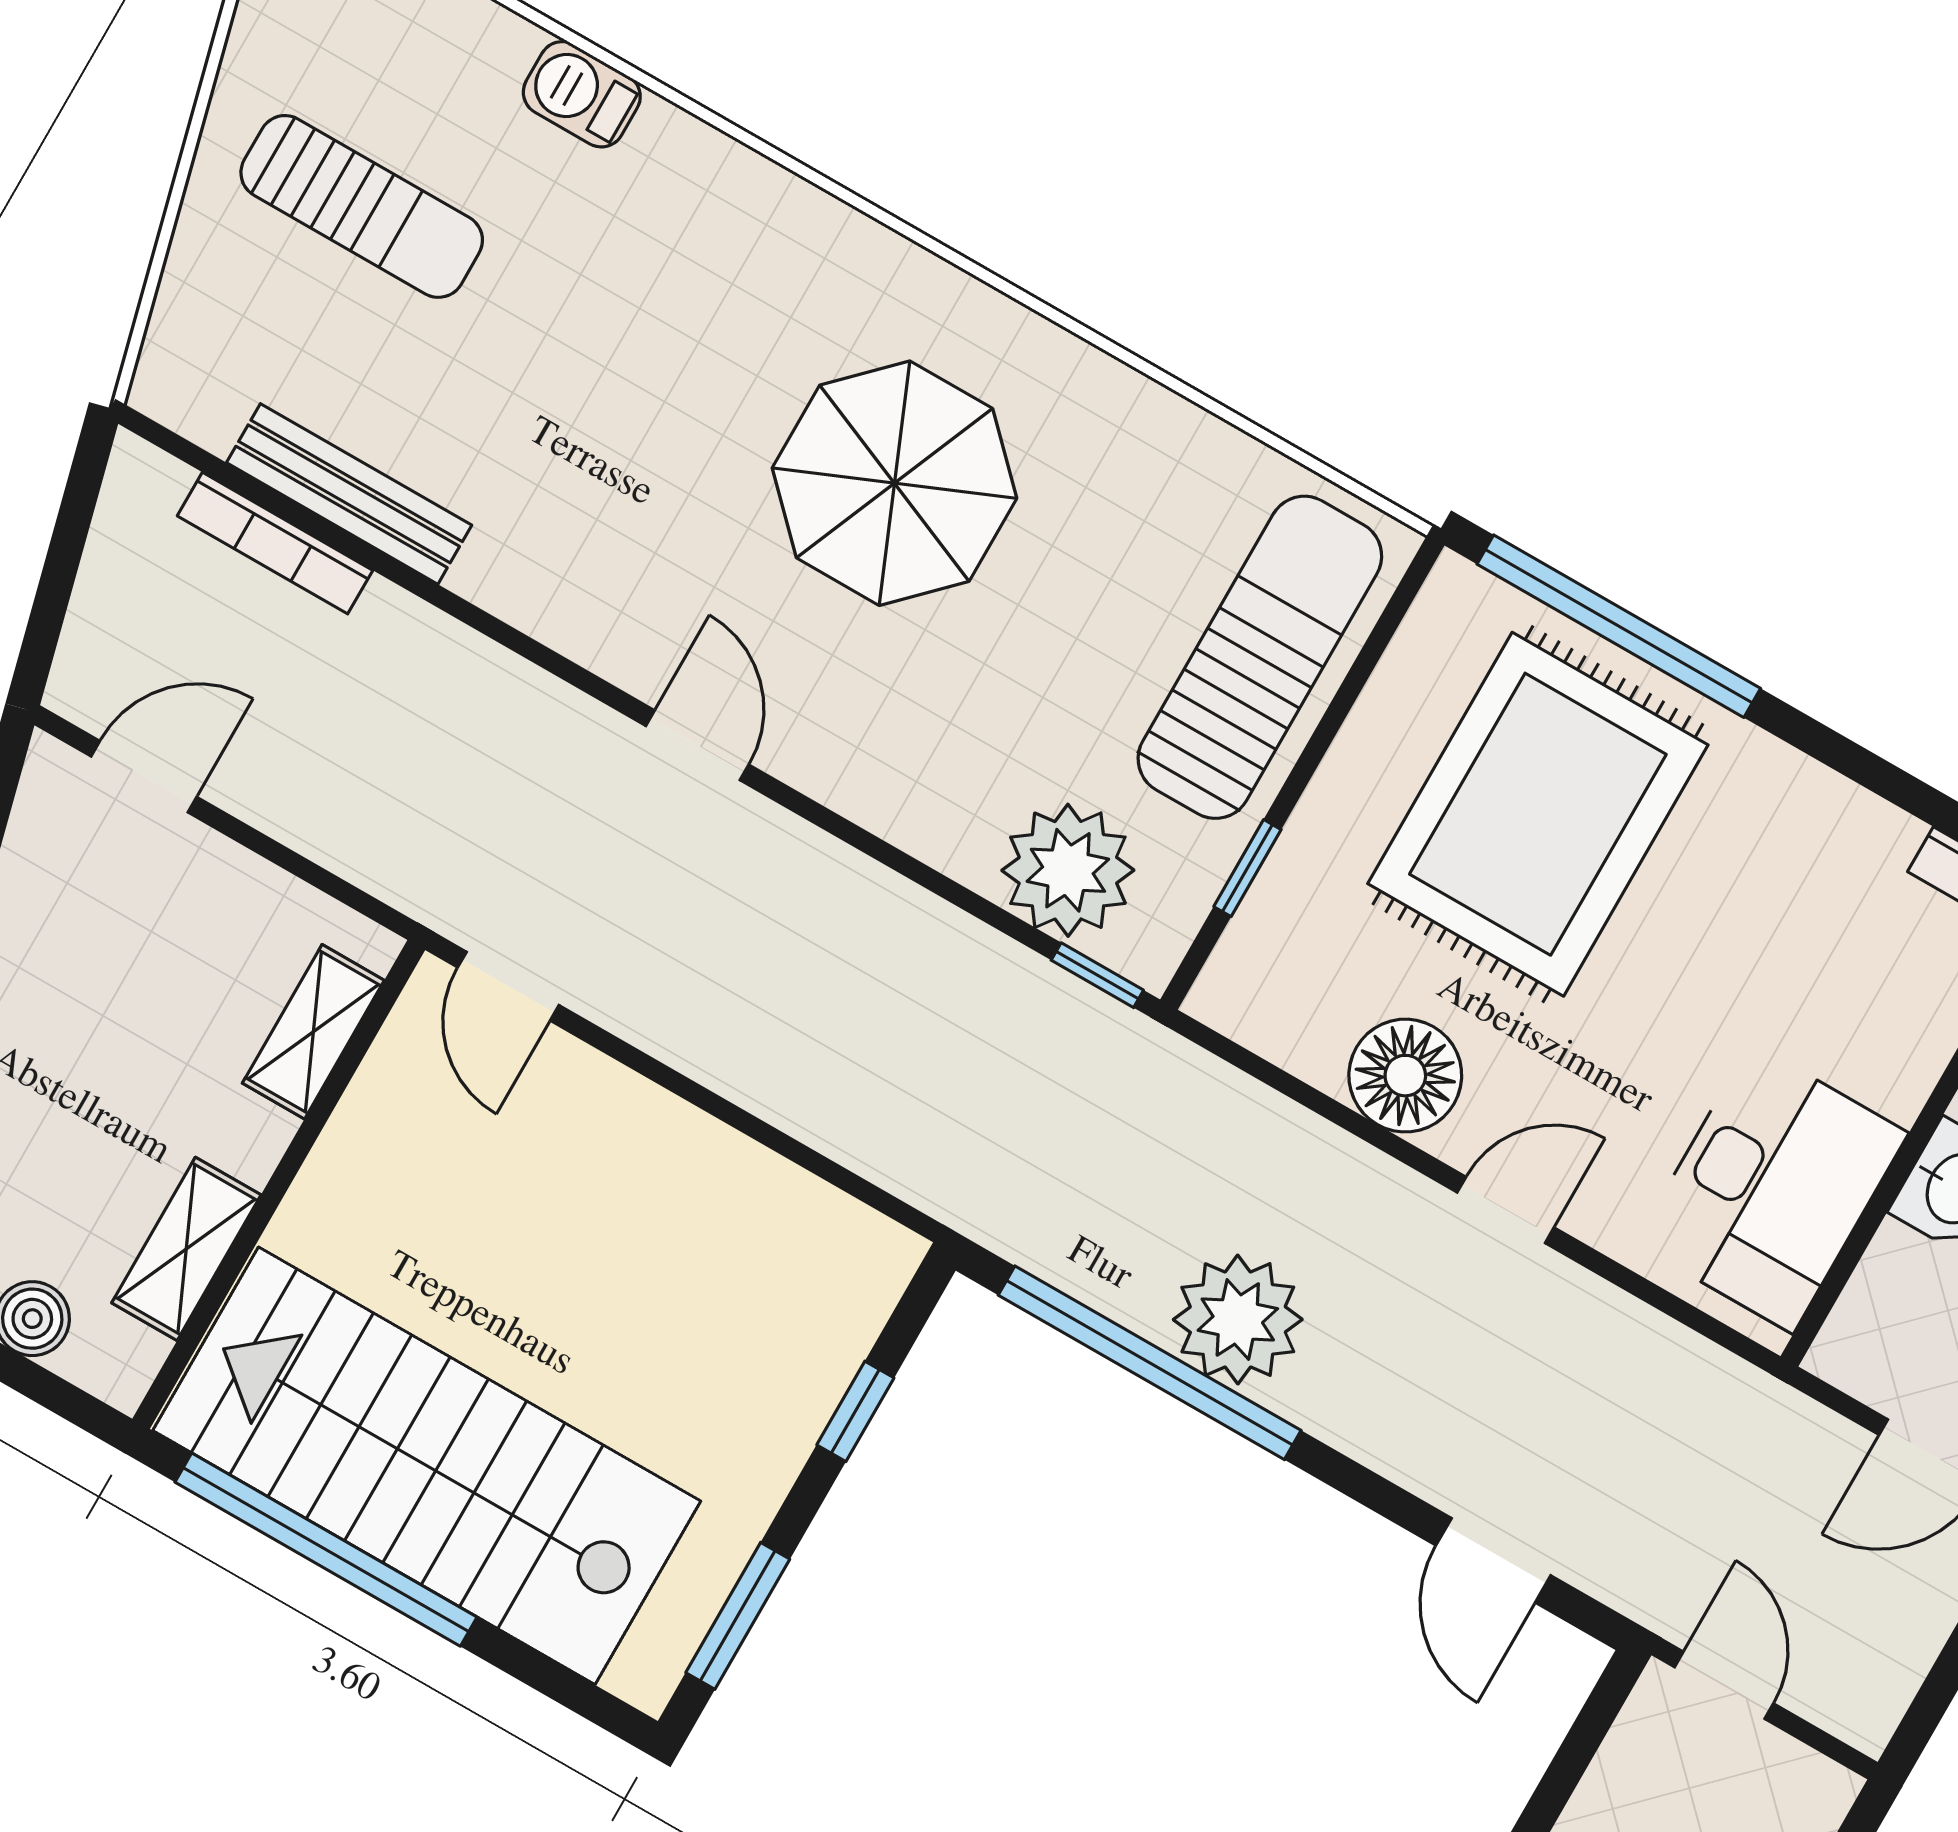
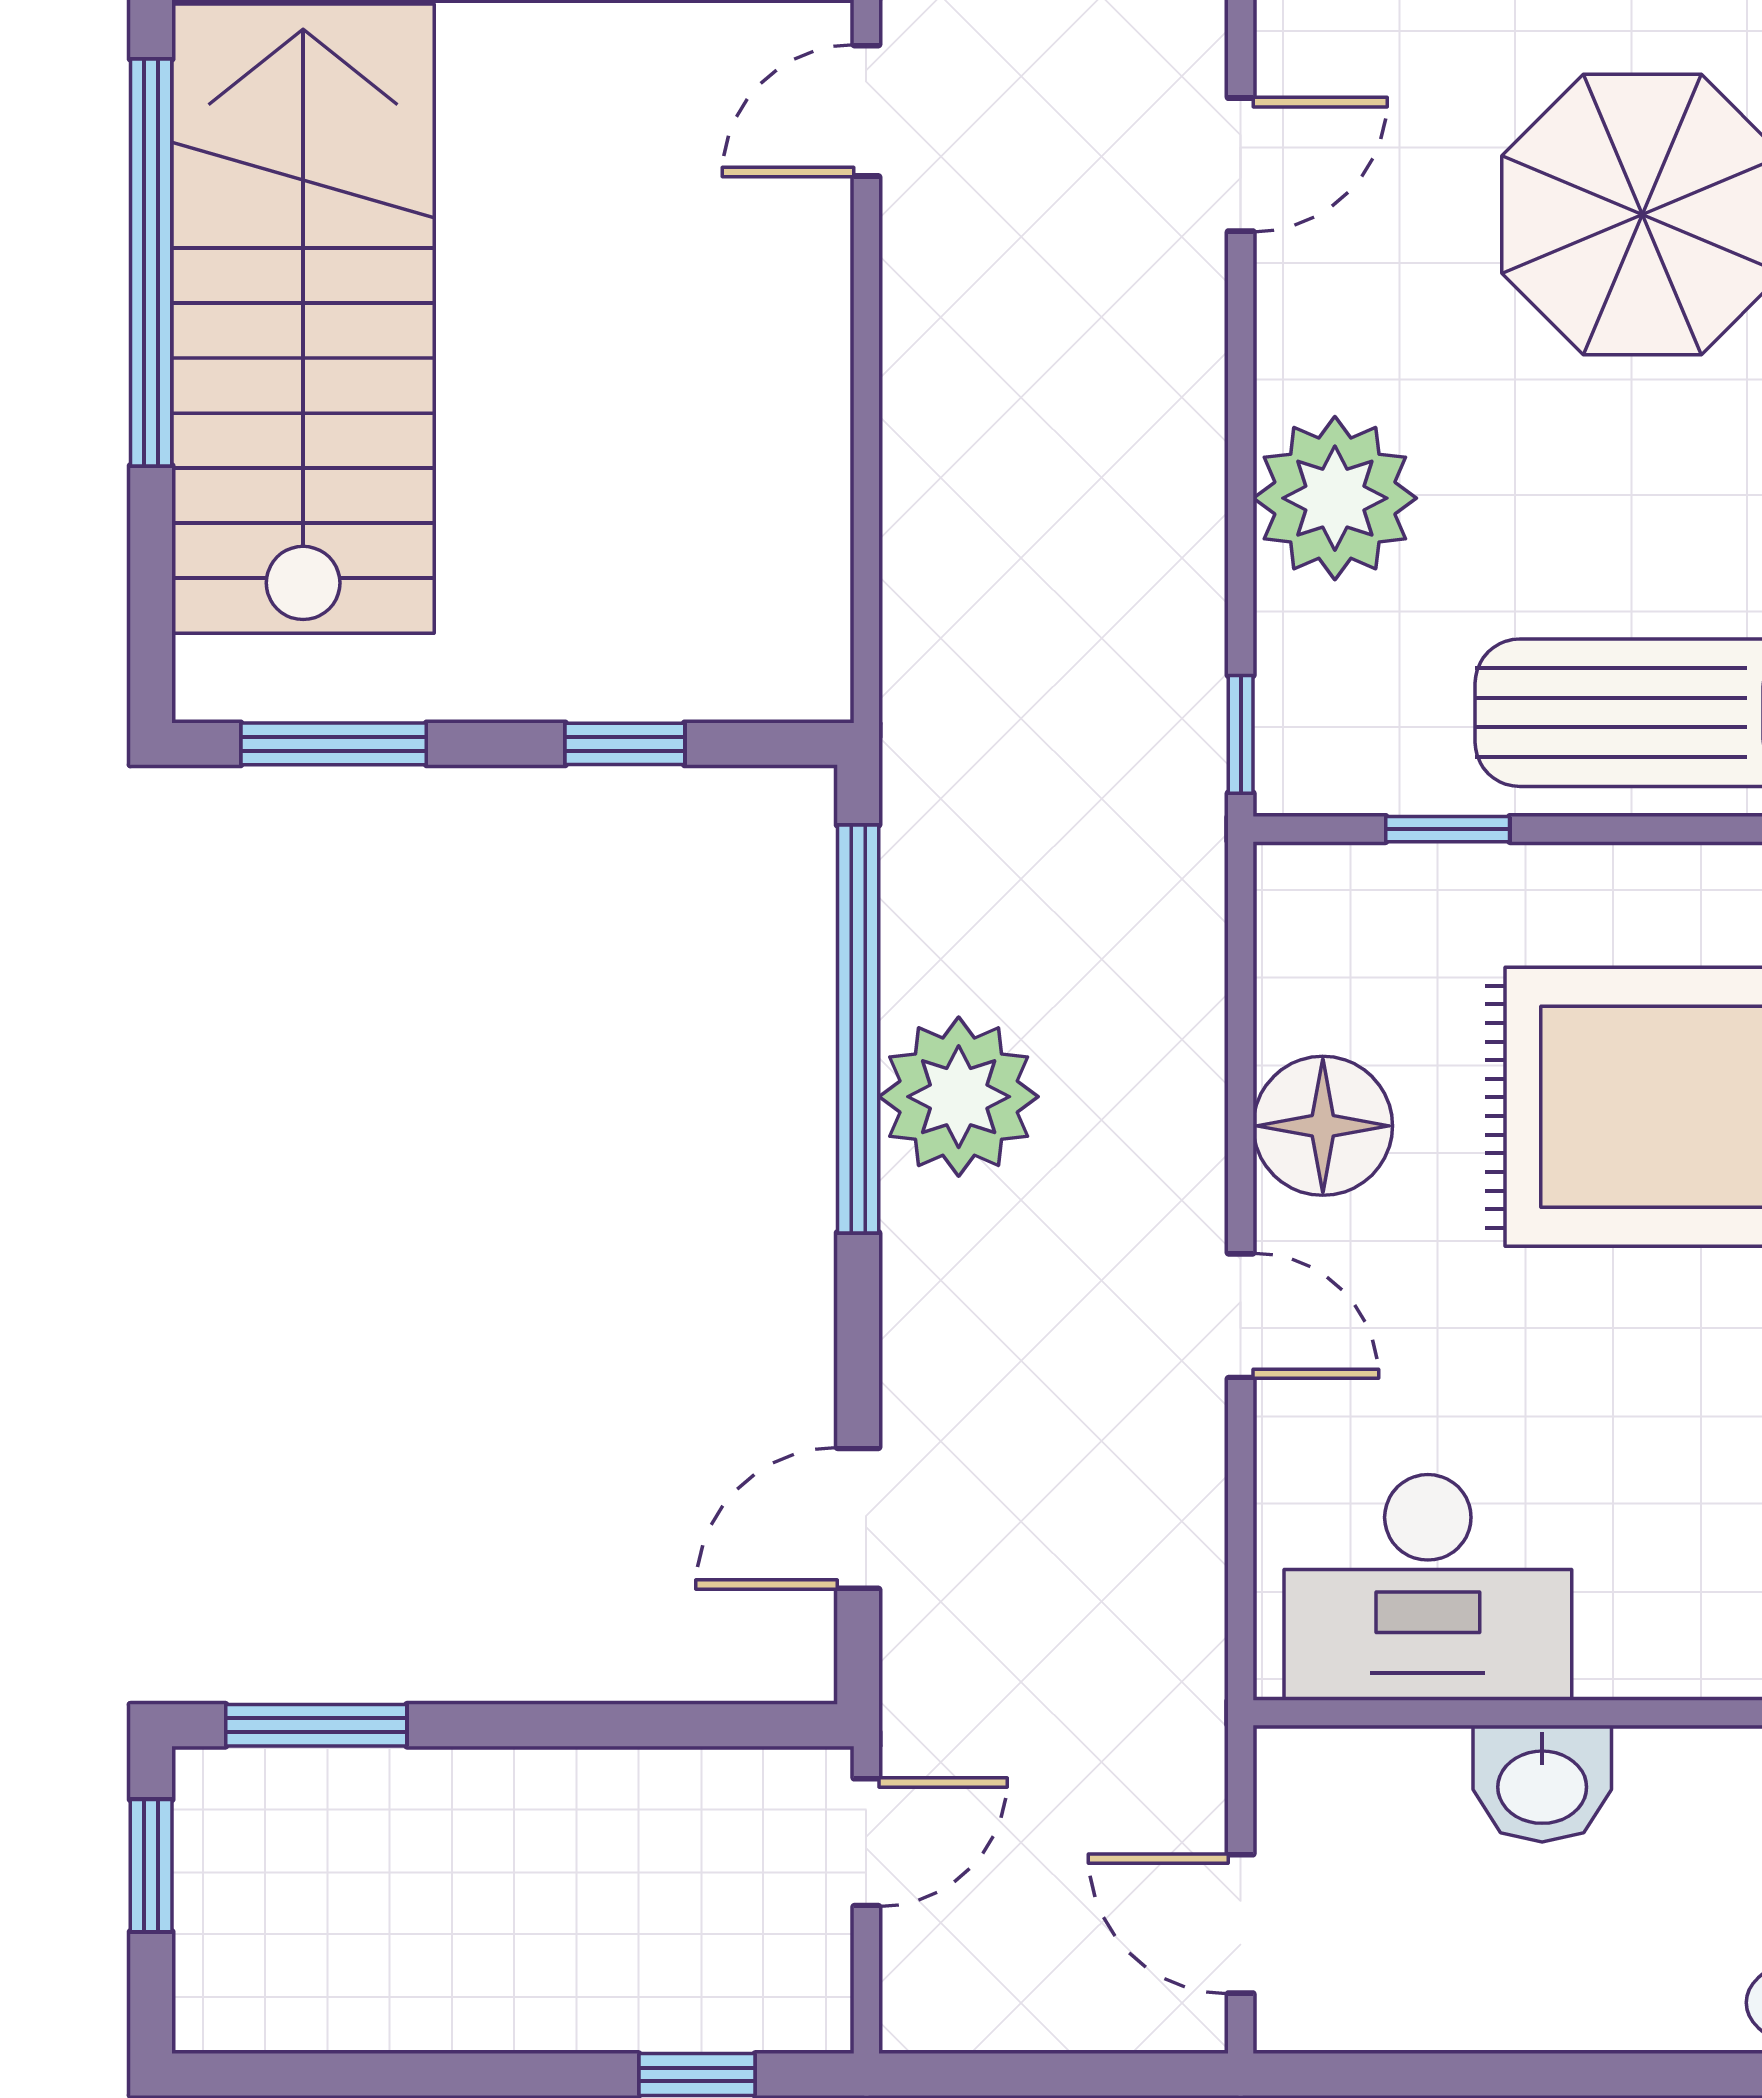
plant: (1068, 870) -> (1335, 498), moved

